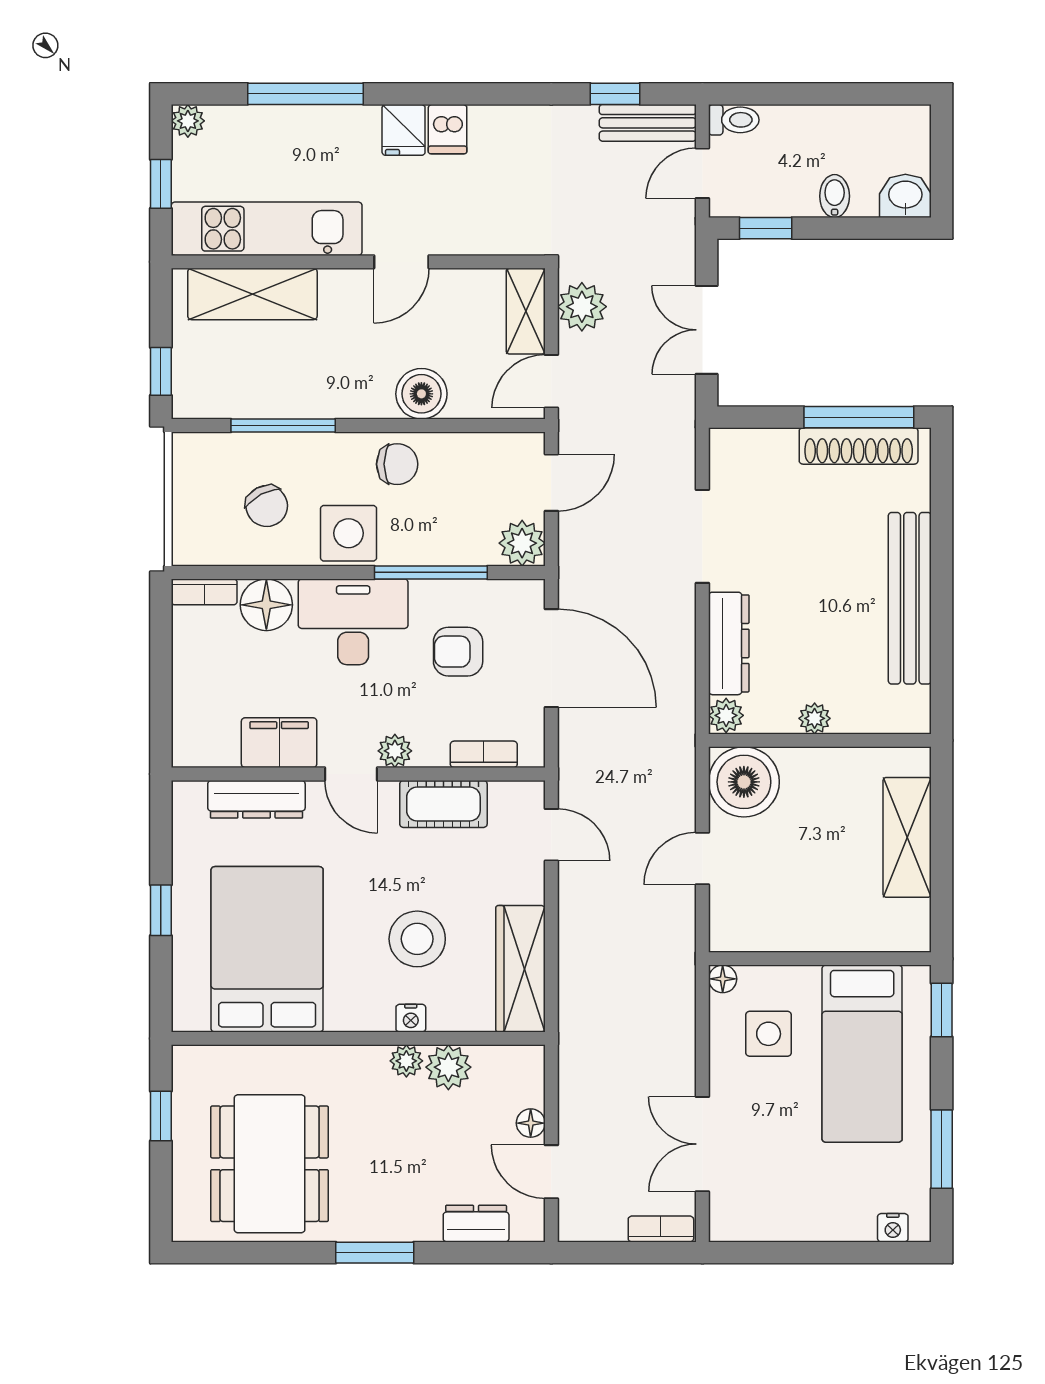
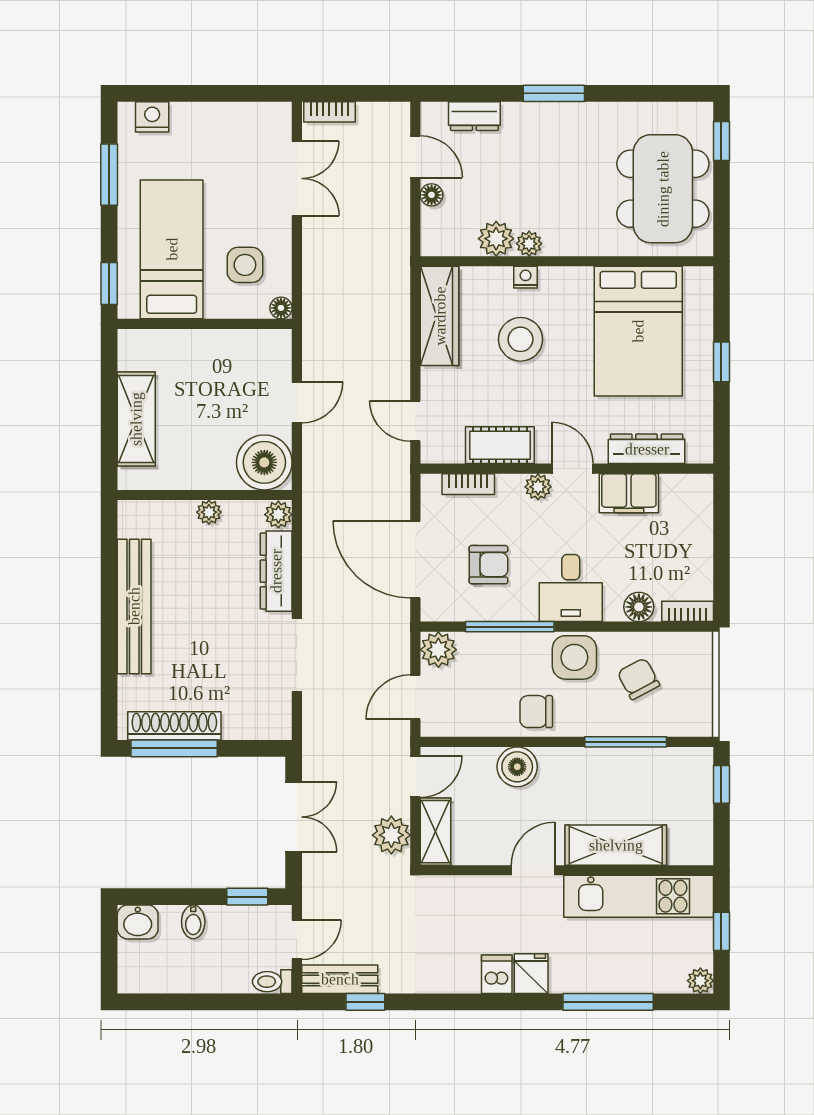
shelving: (252, 294) -> (616, 845), moved
floor lamp: (266, 605) -> (639, 607), width x0.73, depth x0.73
desk: (353, 622) -> (571, 588), width x0.73
window: (161, 1116) -> (721, 141), moved
dining table: (270, 1164) -> (663, 189), moved
nightstand: (893, 1228) -> (152, 117), width x1.39, depth x1.35

